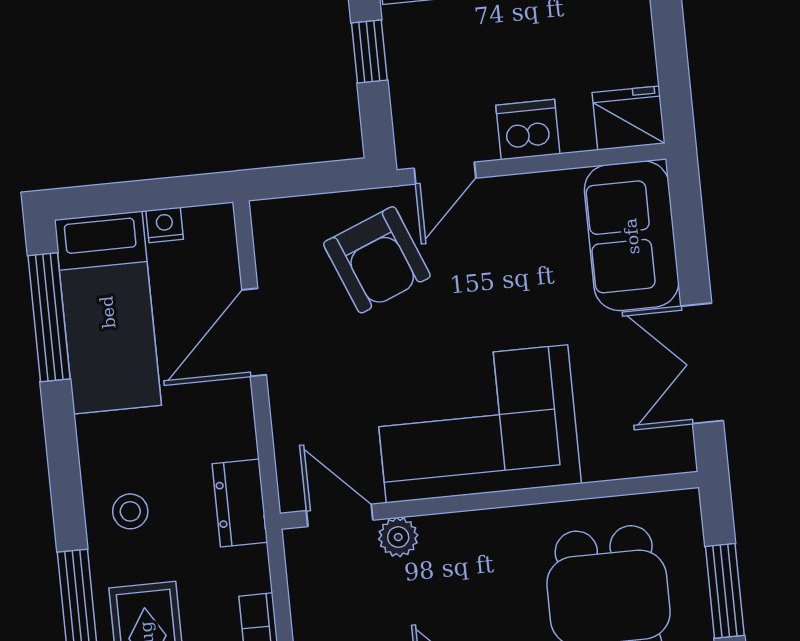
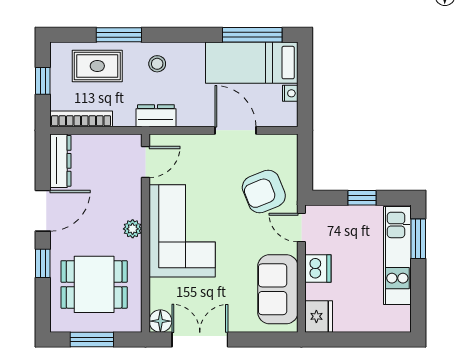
sofa: (632, 236) -> (278, 289), moved, turned -90
floor lamp: (672, 451) -> (160, 321), added
plant: (398, 537) -> (133, 229), moved

